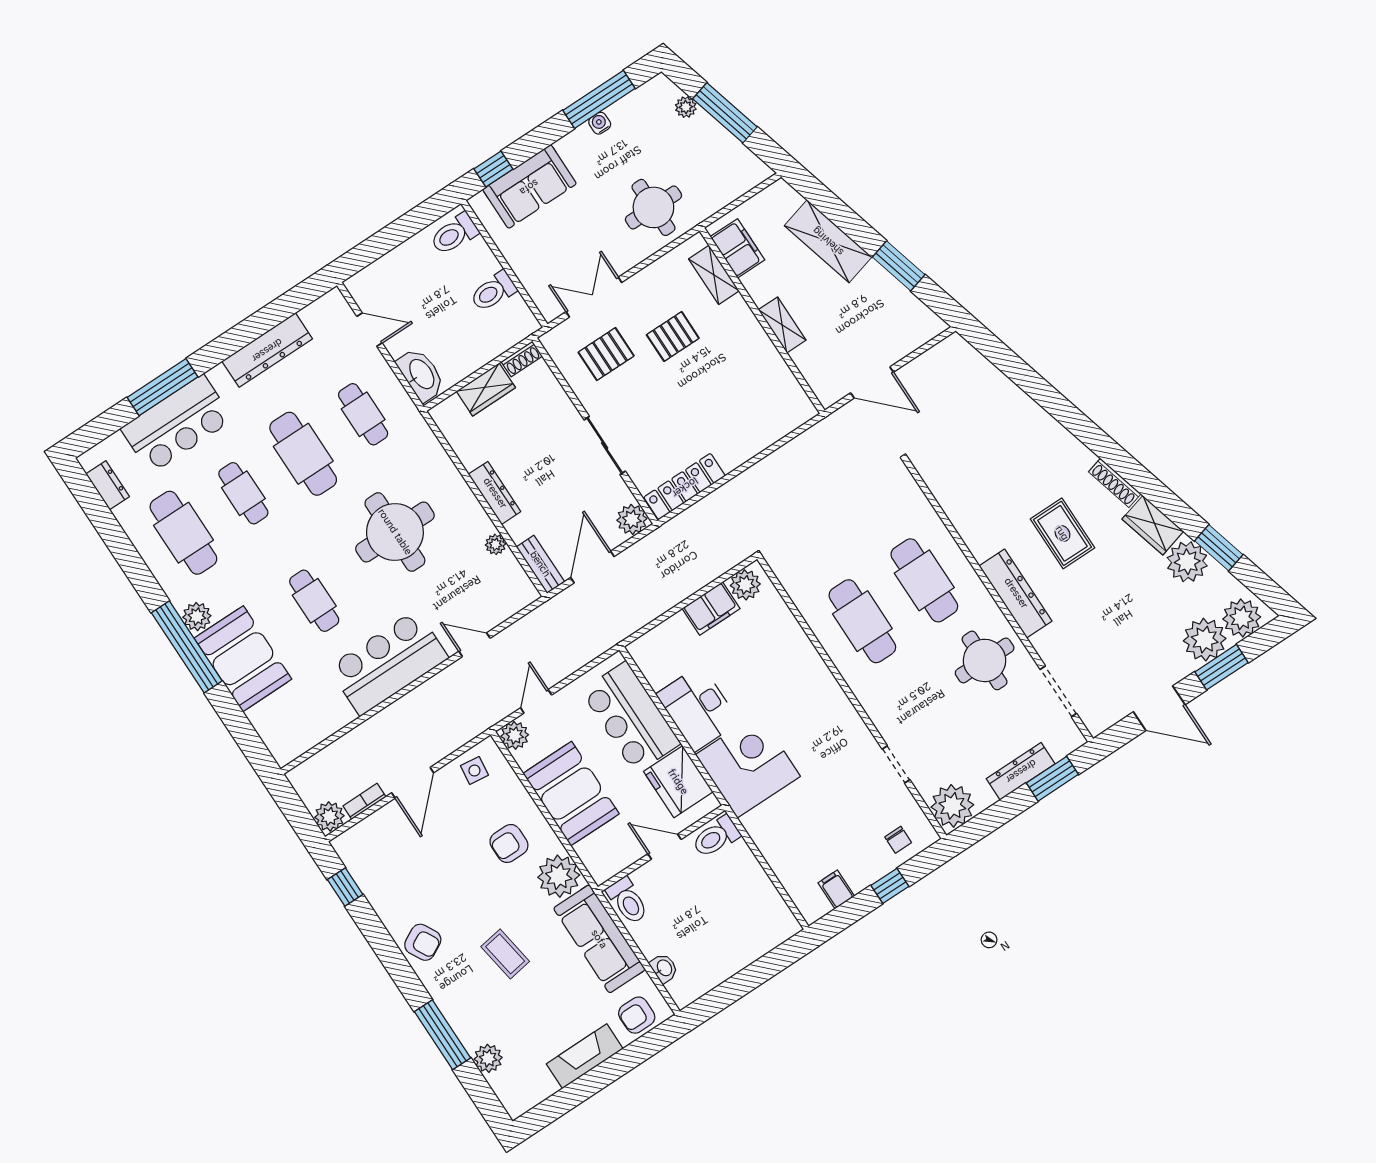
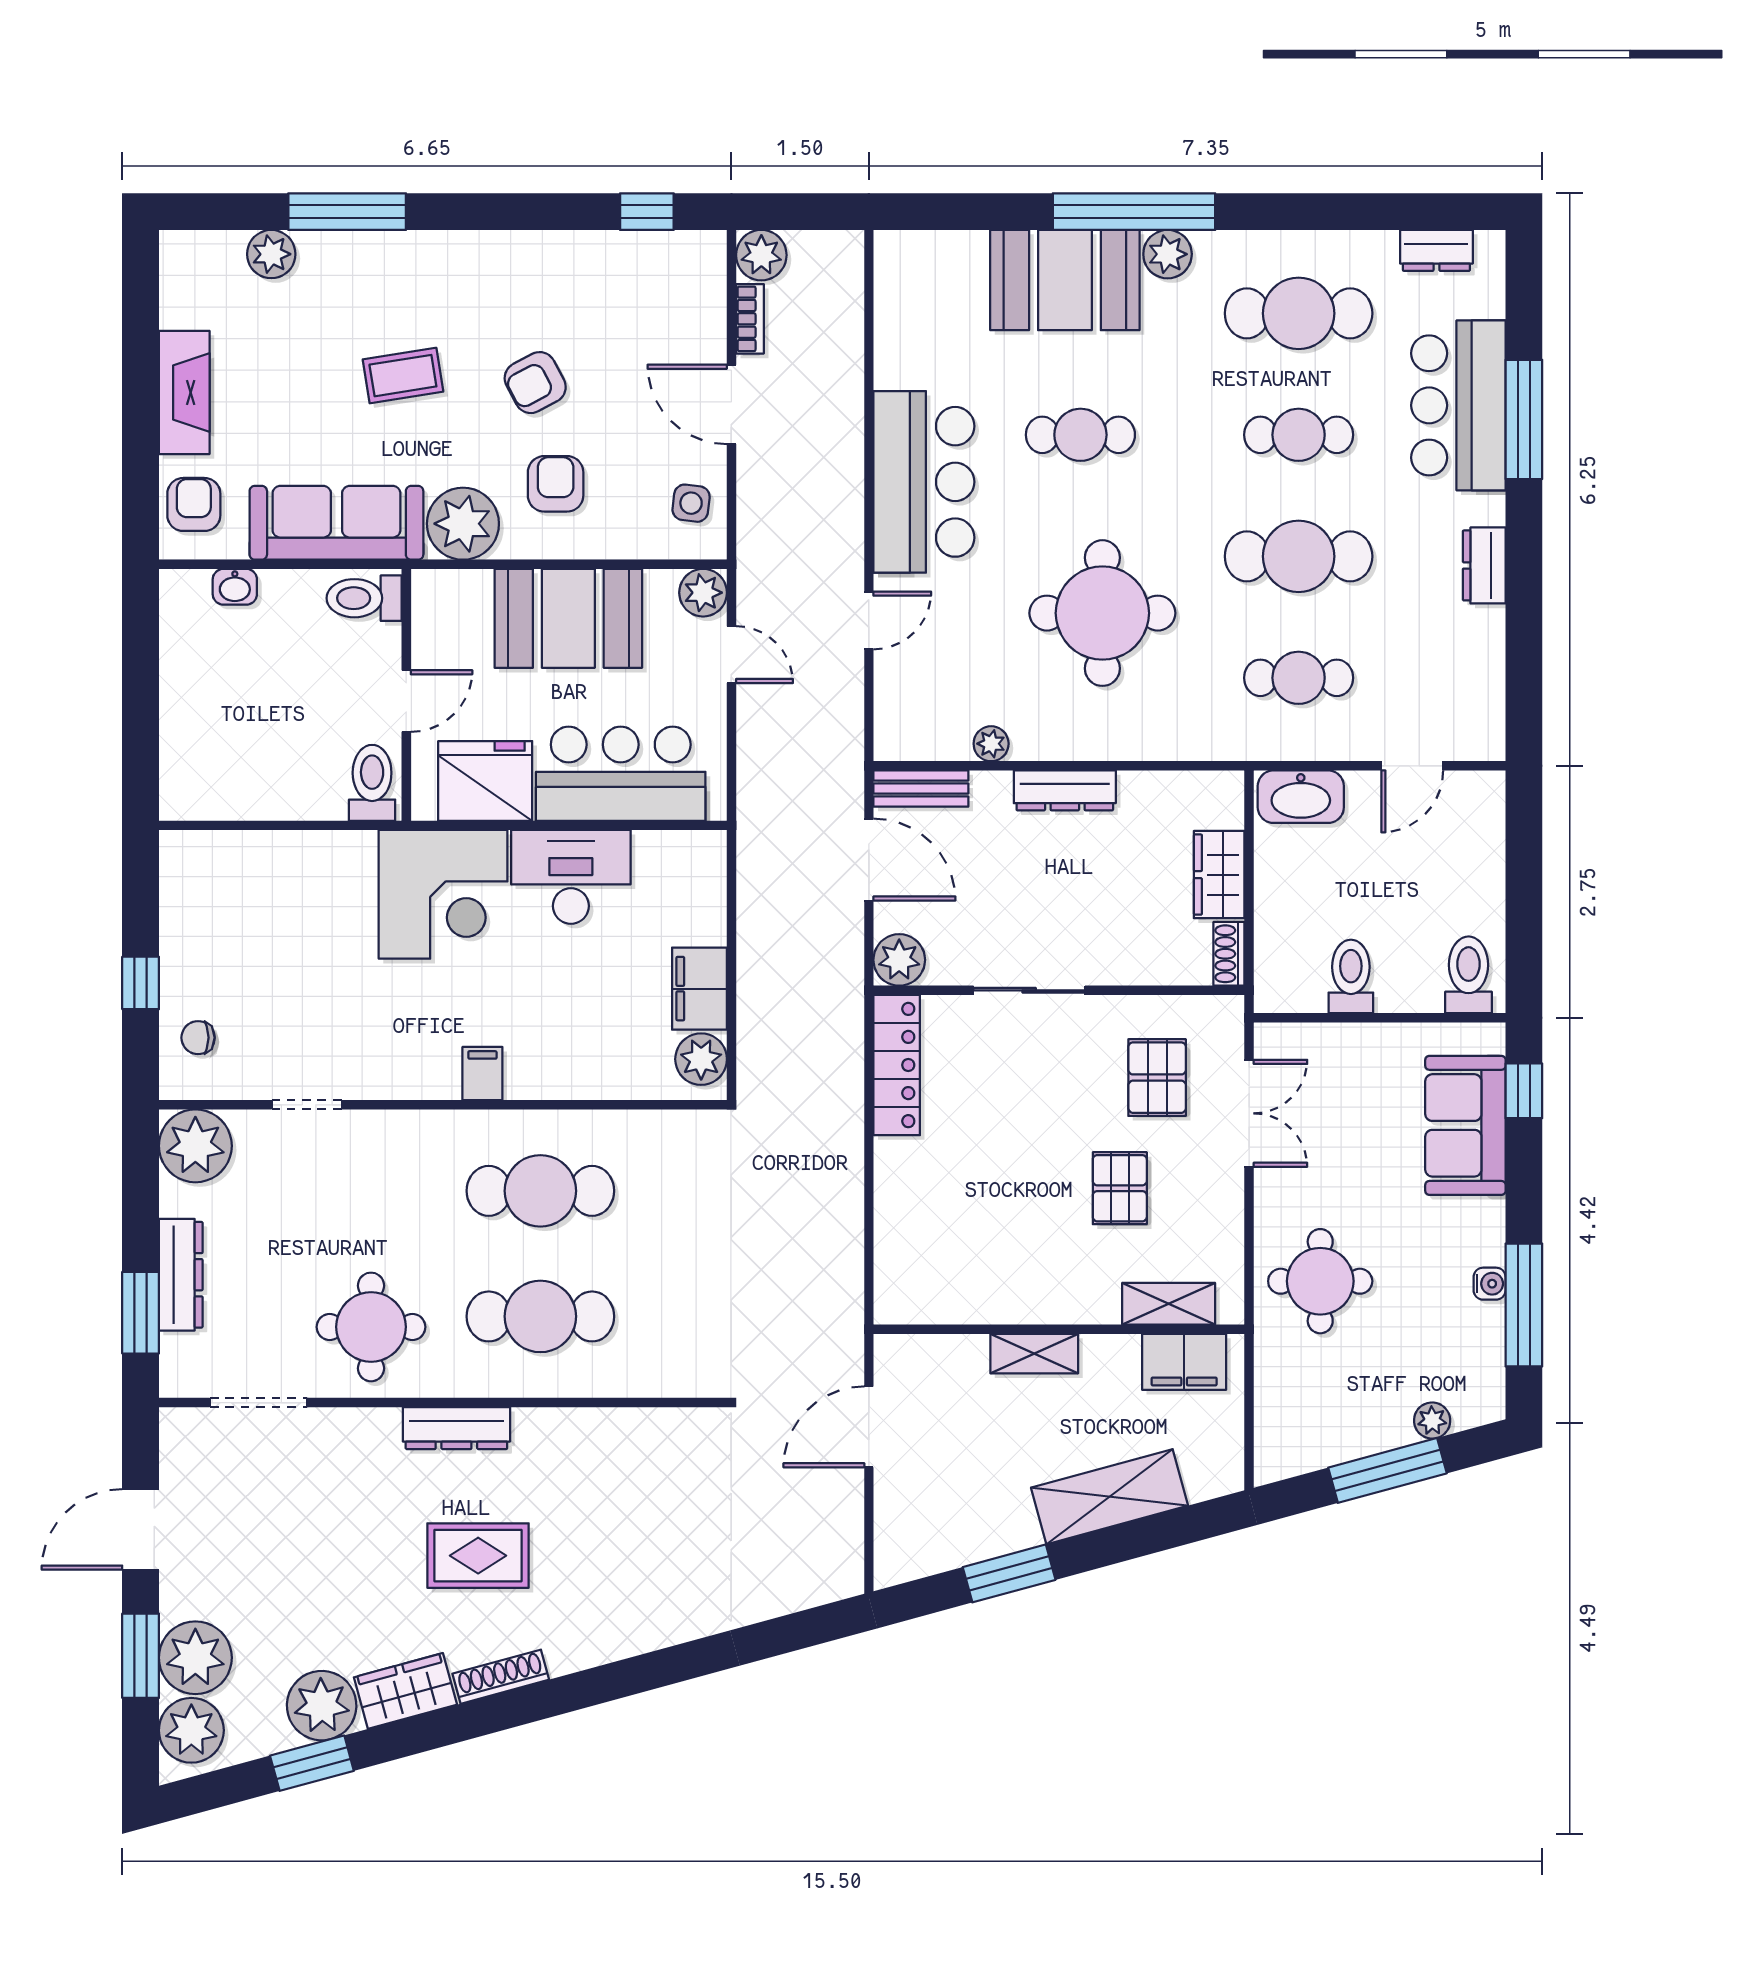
dresser: (267, 350) -> (1484, 565), width x0.51, depth x0.80
dresser: (1016, 593) -> (456, 1428), width x0.73, depth x0.80
filing cabinet: (836, 889) -> (482, 1074), moved, turned -90
armchair: (423, 942) -> (535, 383), moved

